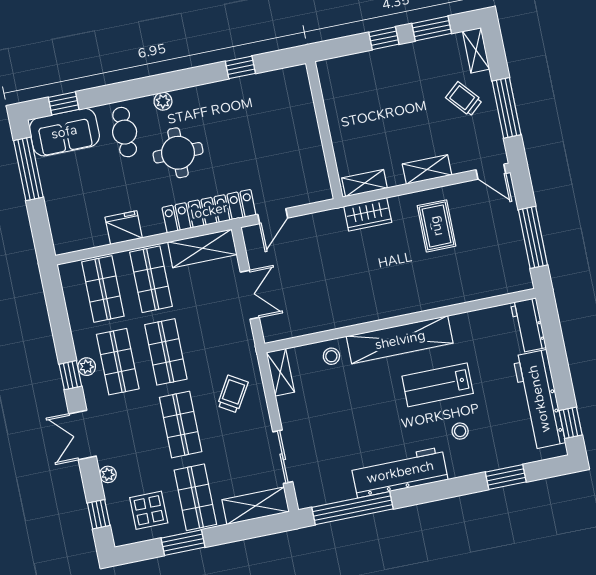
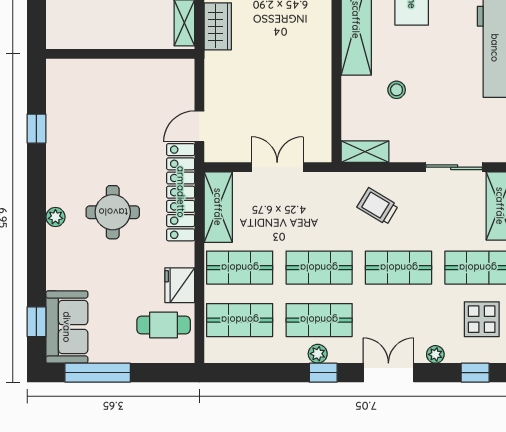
cafe table: (125, 132) -> (164, 325), moved
door: (273, 216) -> (199, 126), swing flipped
stool: (331, 356) -> (397, 90), moved
double door: (83, 435) -> (388, 373), swing flipped

